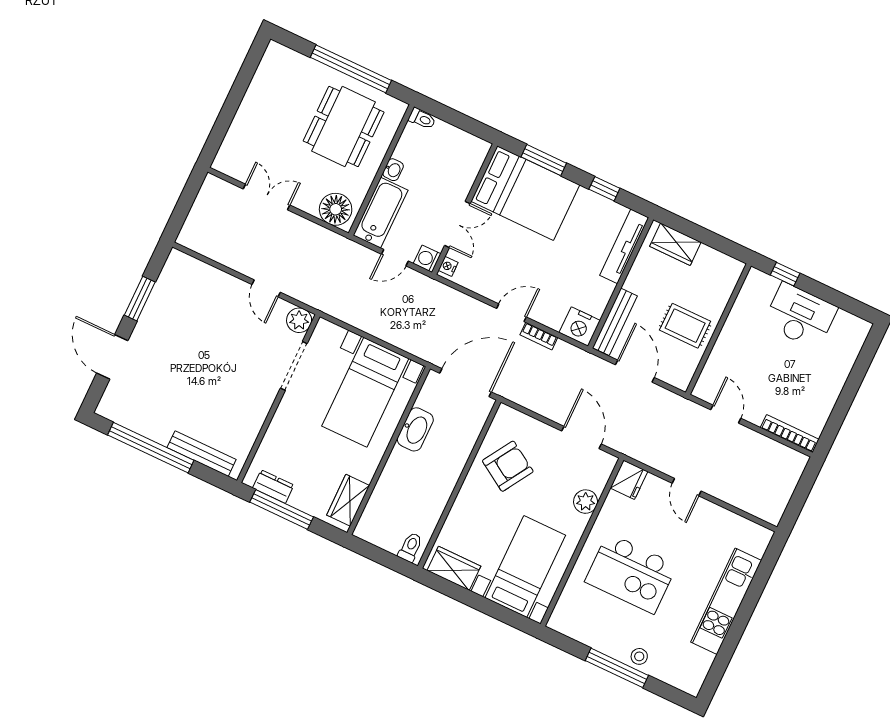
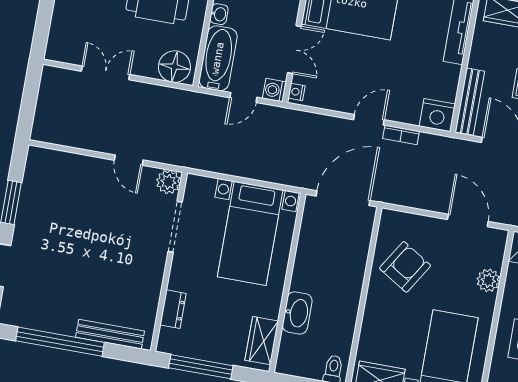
washbasin: (415, 429) -> (297, 313), moved
dresser: (273, 487) -> (173, 309), moved, turned 90

